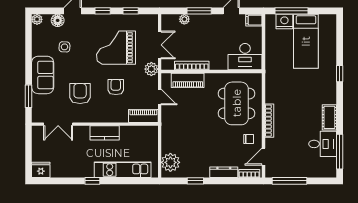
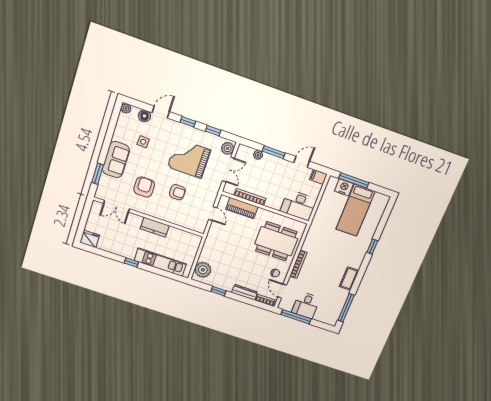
plant: (151, 69) -> (228, 148), moved
armchair: (116, 87) -> (177, 192), turned 90
dining table: (237, 103) -> (276, 241), turned 90
piano: (143, 116) -> (193, 225), removed
desk: (323, 144) -> (306, 305), moved, turned 90
door: (264, 157) -> (282, 291), hinge flipped

